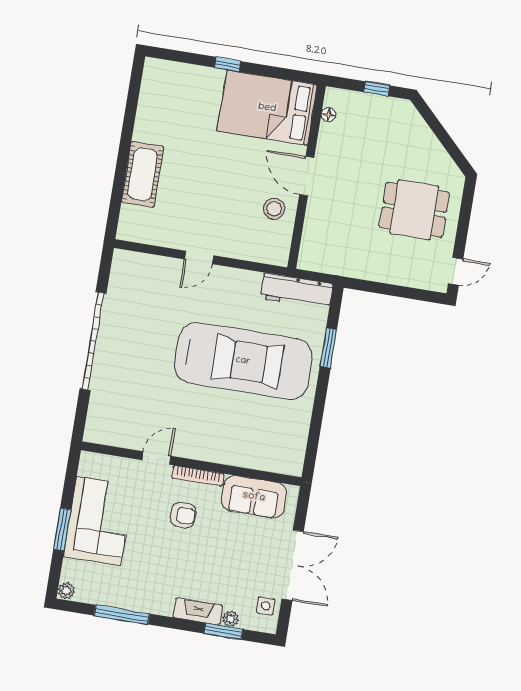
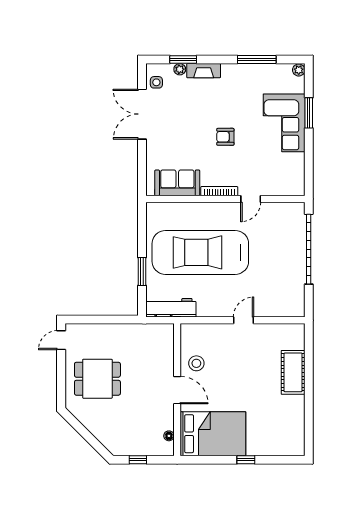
door: (156, 458) -> (251, 199), moved
wall: (191, 464) -> (225, 199), moved
bookcase: (198, 476) -> (219, 191), moved
sofa: (254, 497) -> (177, 183), moved

